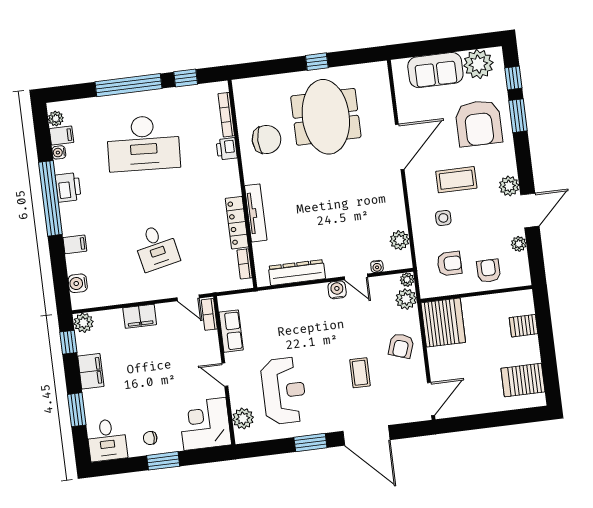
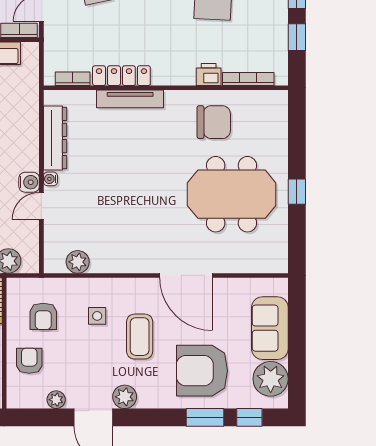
chair: (267, 139) -> (214, 122), turned -90
water cooler: (377, 266) -> (50, 179), moved
armchair: (489, 271) -> (29, 361), turned -90
plant: (407, 280) -> (31, 265), removed

